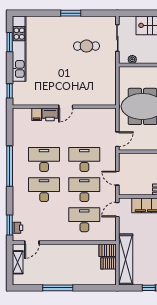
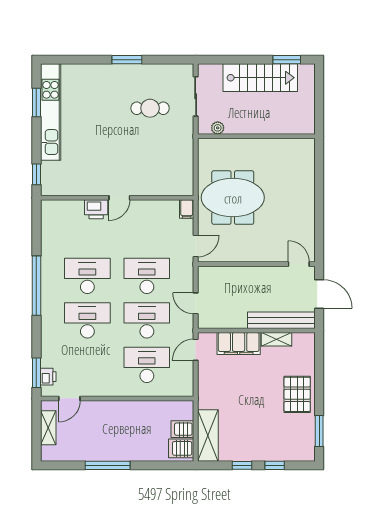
filing cabinet: (37, 114) -> (187, 209), moved
server rack: (108, 250) -> (181, 448), moved
shelving: (126, 259) -> (208, 435), width x0.68

